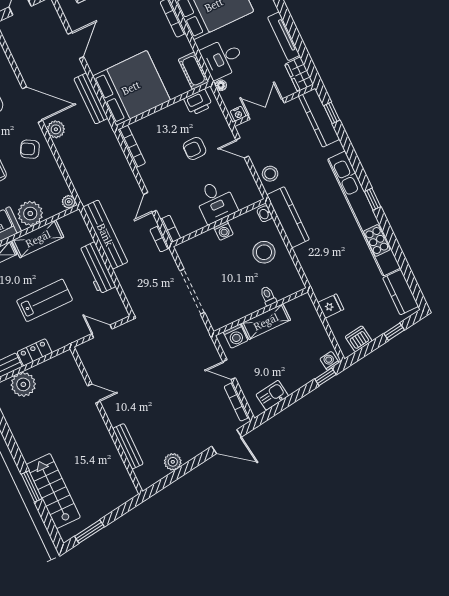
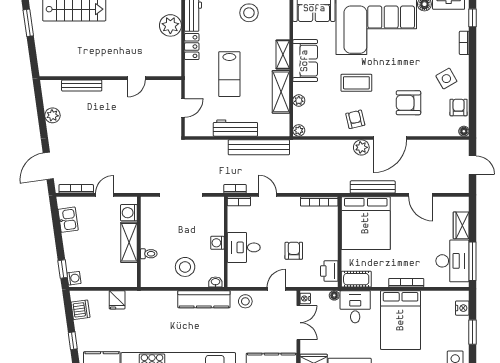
armchair: (30, 149) -> (355, 119), turned -43
plant: (30, 213) -> (299, 100), width x0.53, depth x0.53

